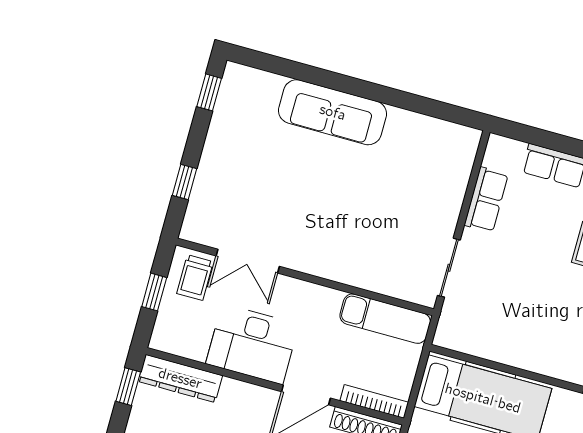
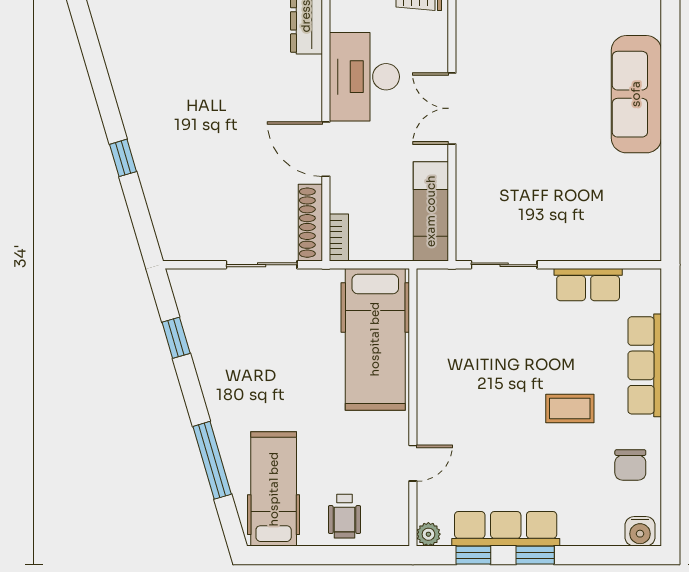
double door: (248, 261) -> (452, 108), moved
bookcase: (374, 401) -> (339, 237), width x0.64

